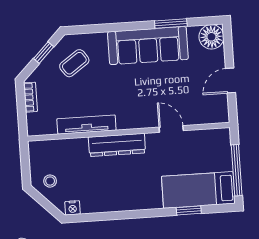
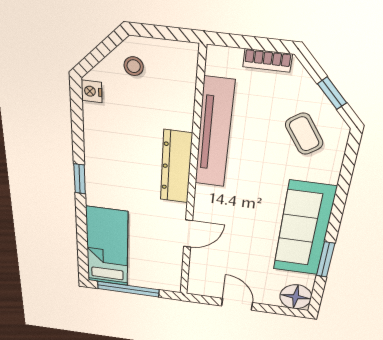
tv unit: (86, 125) -> (214, 134), width x1.36, depth x1.29
window: (189, 211) -> (80, 179), moved

